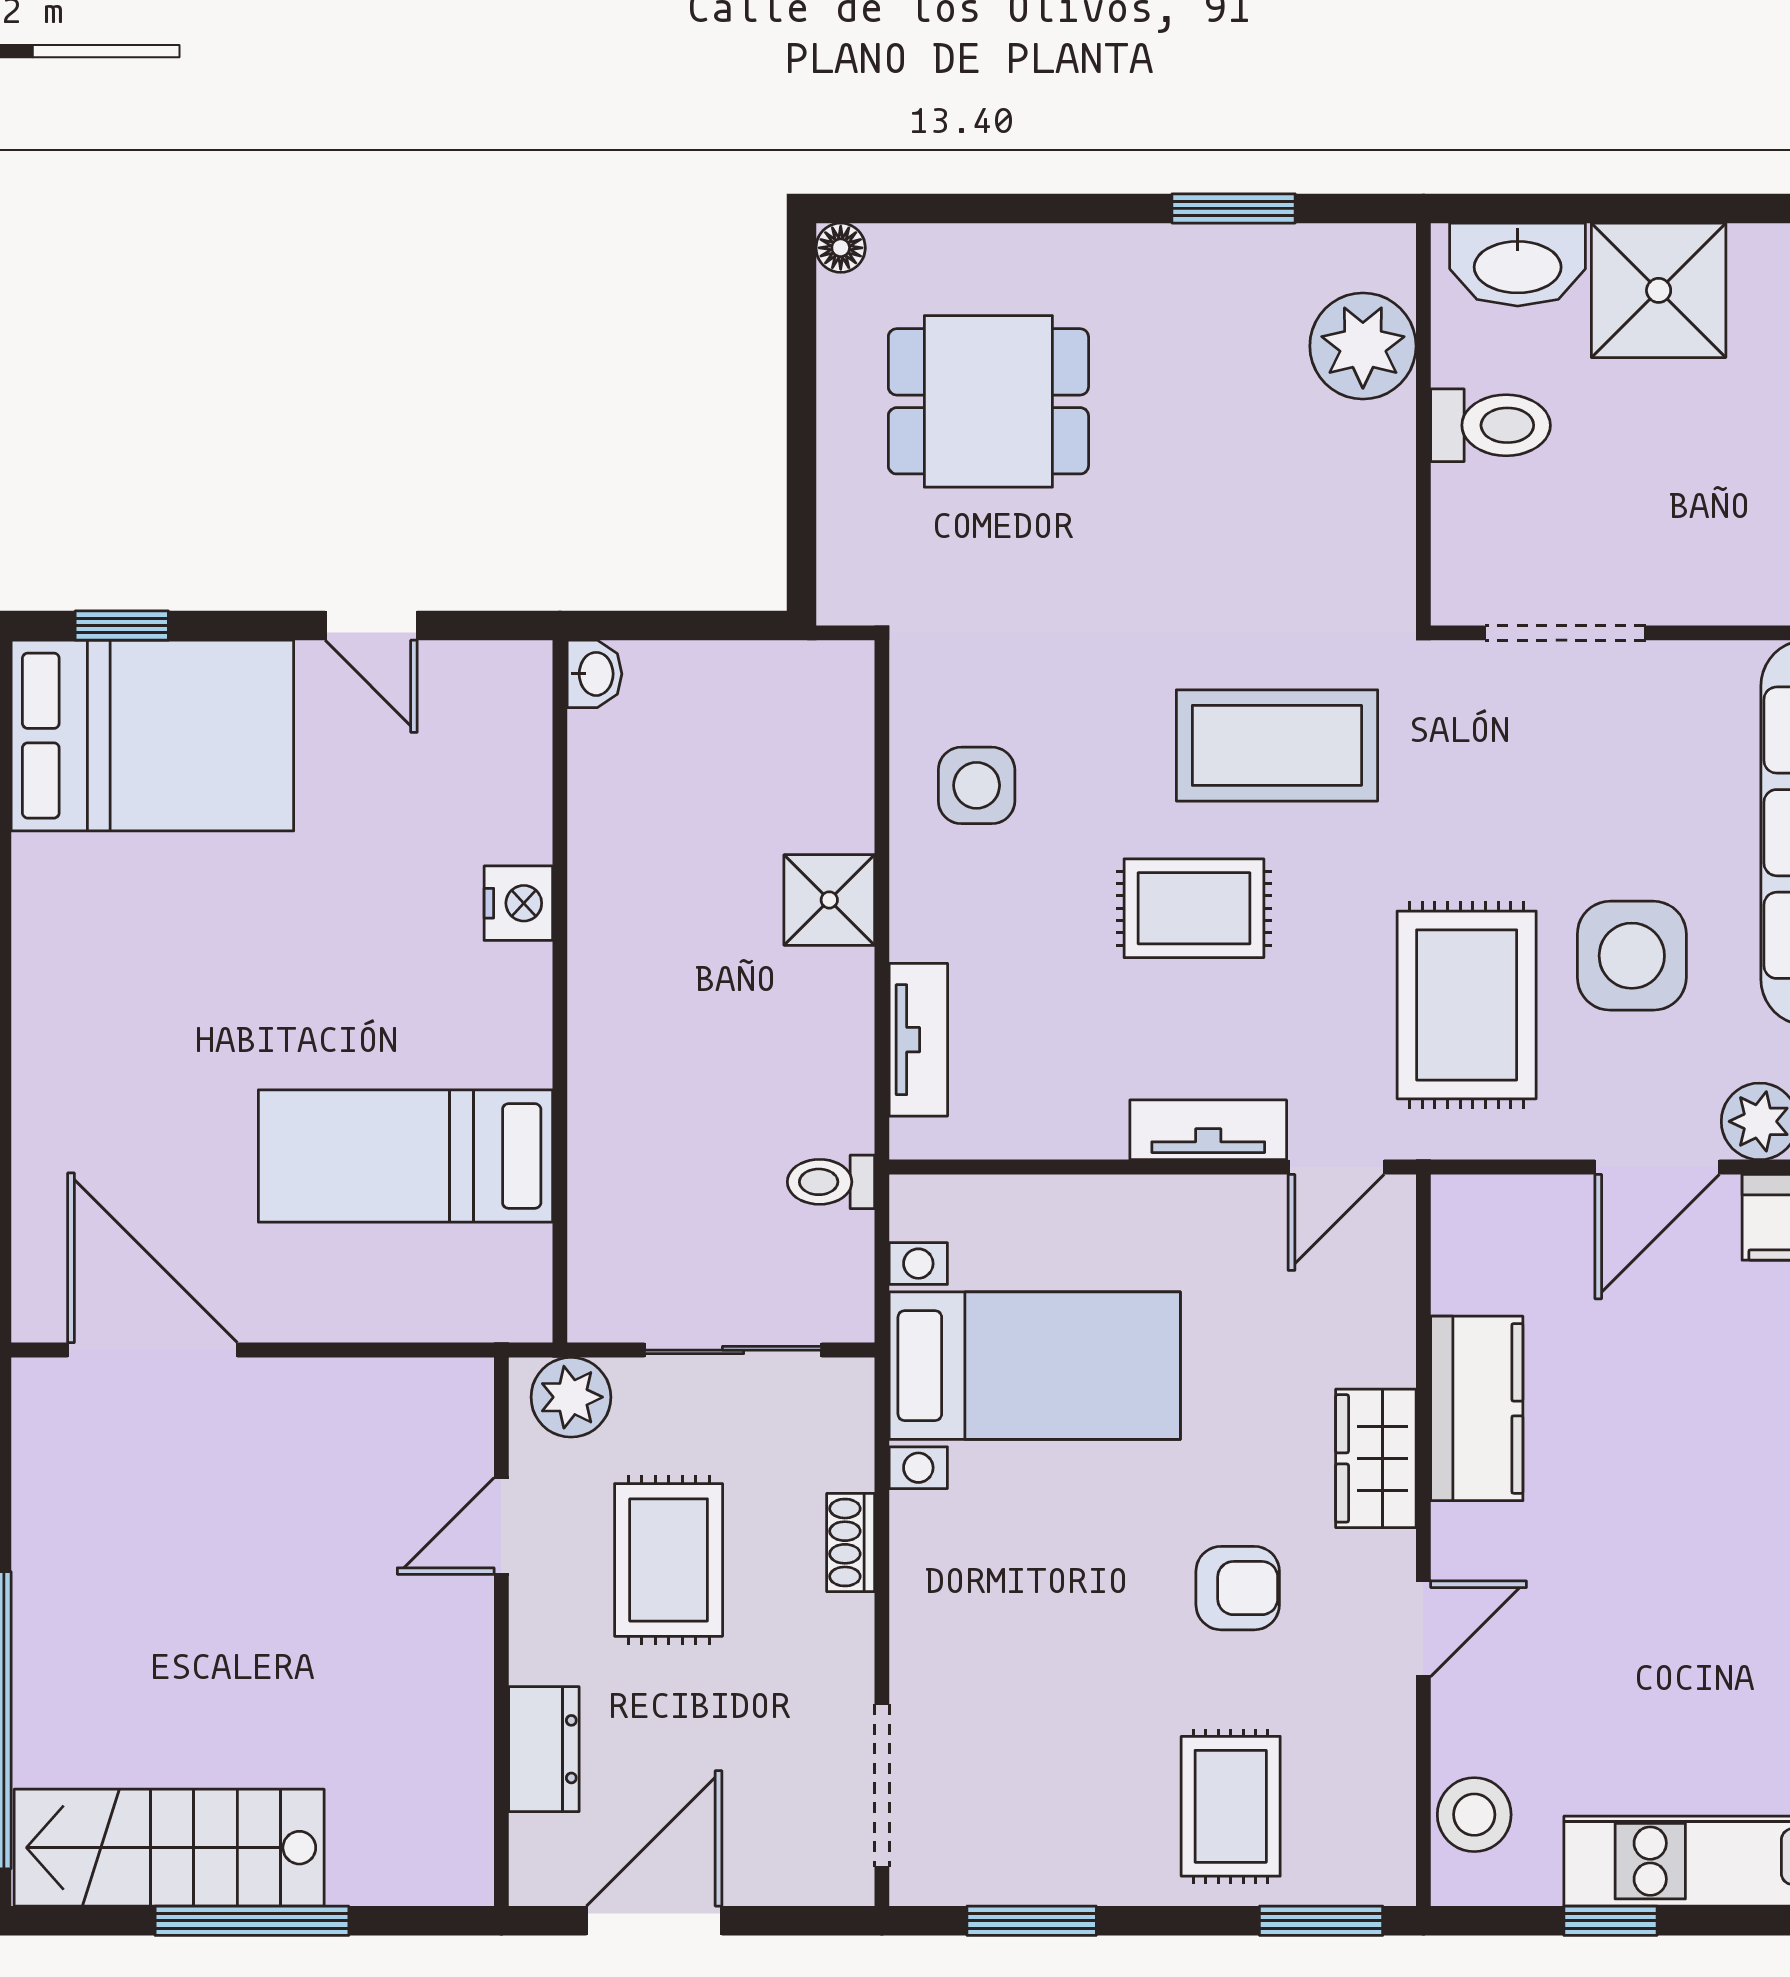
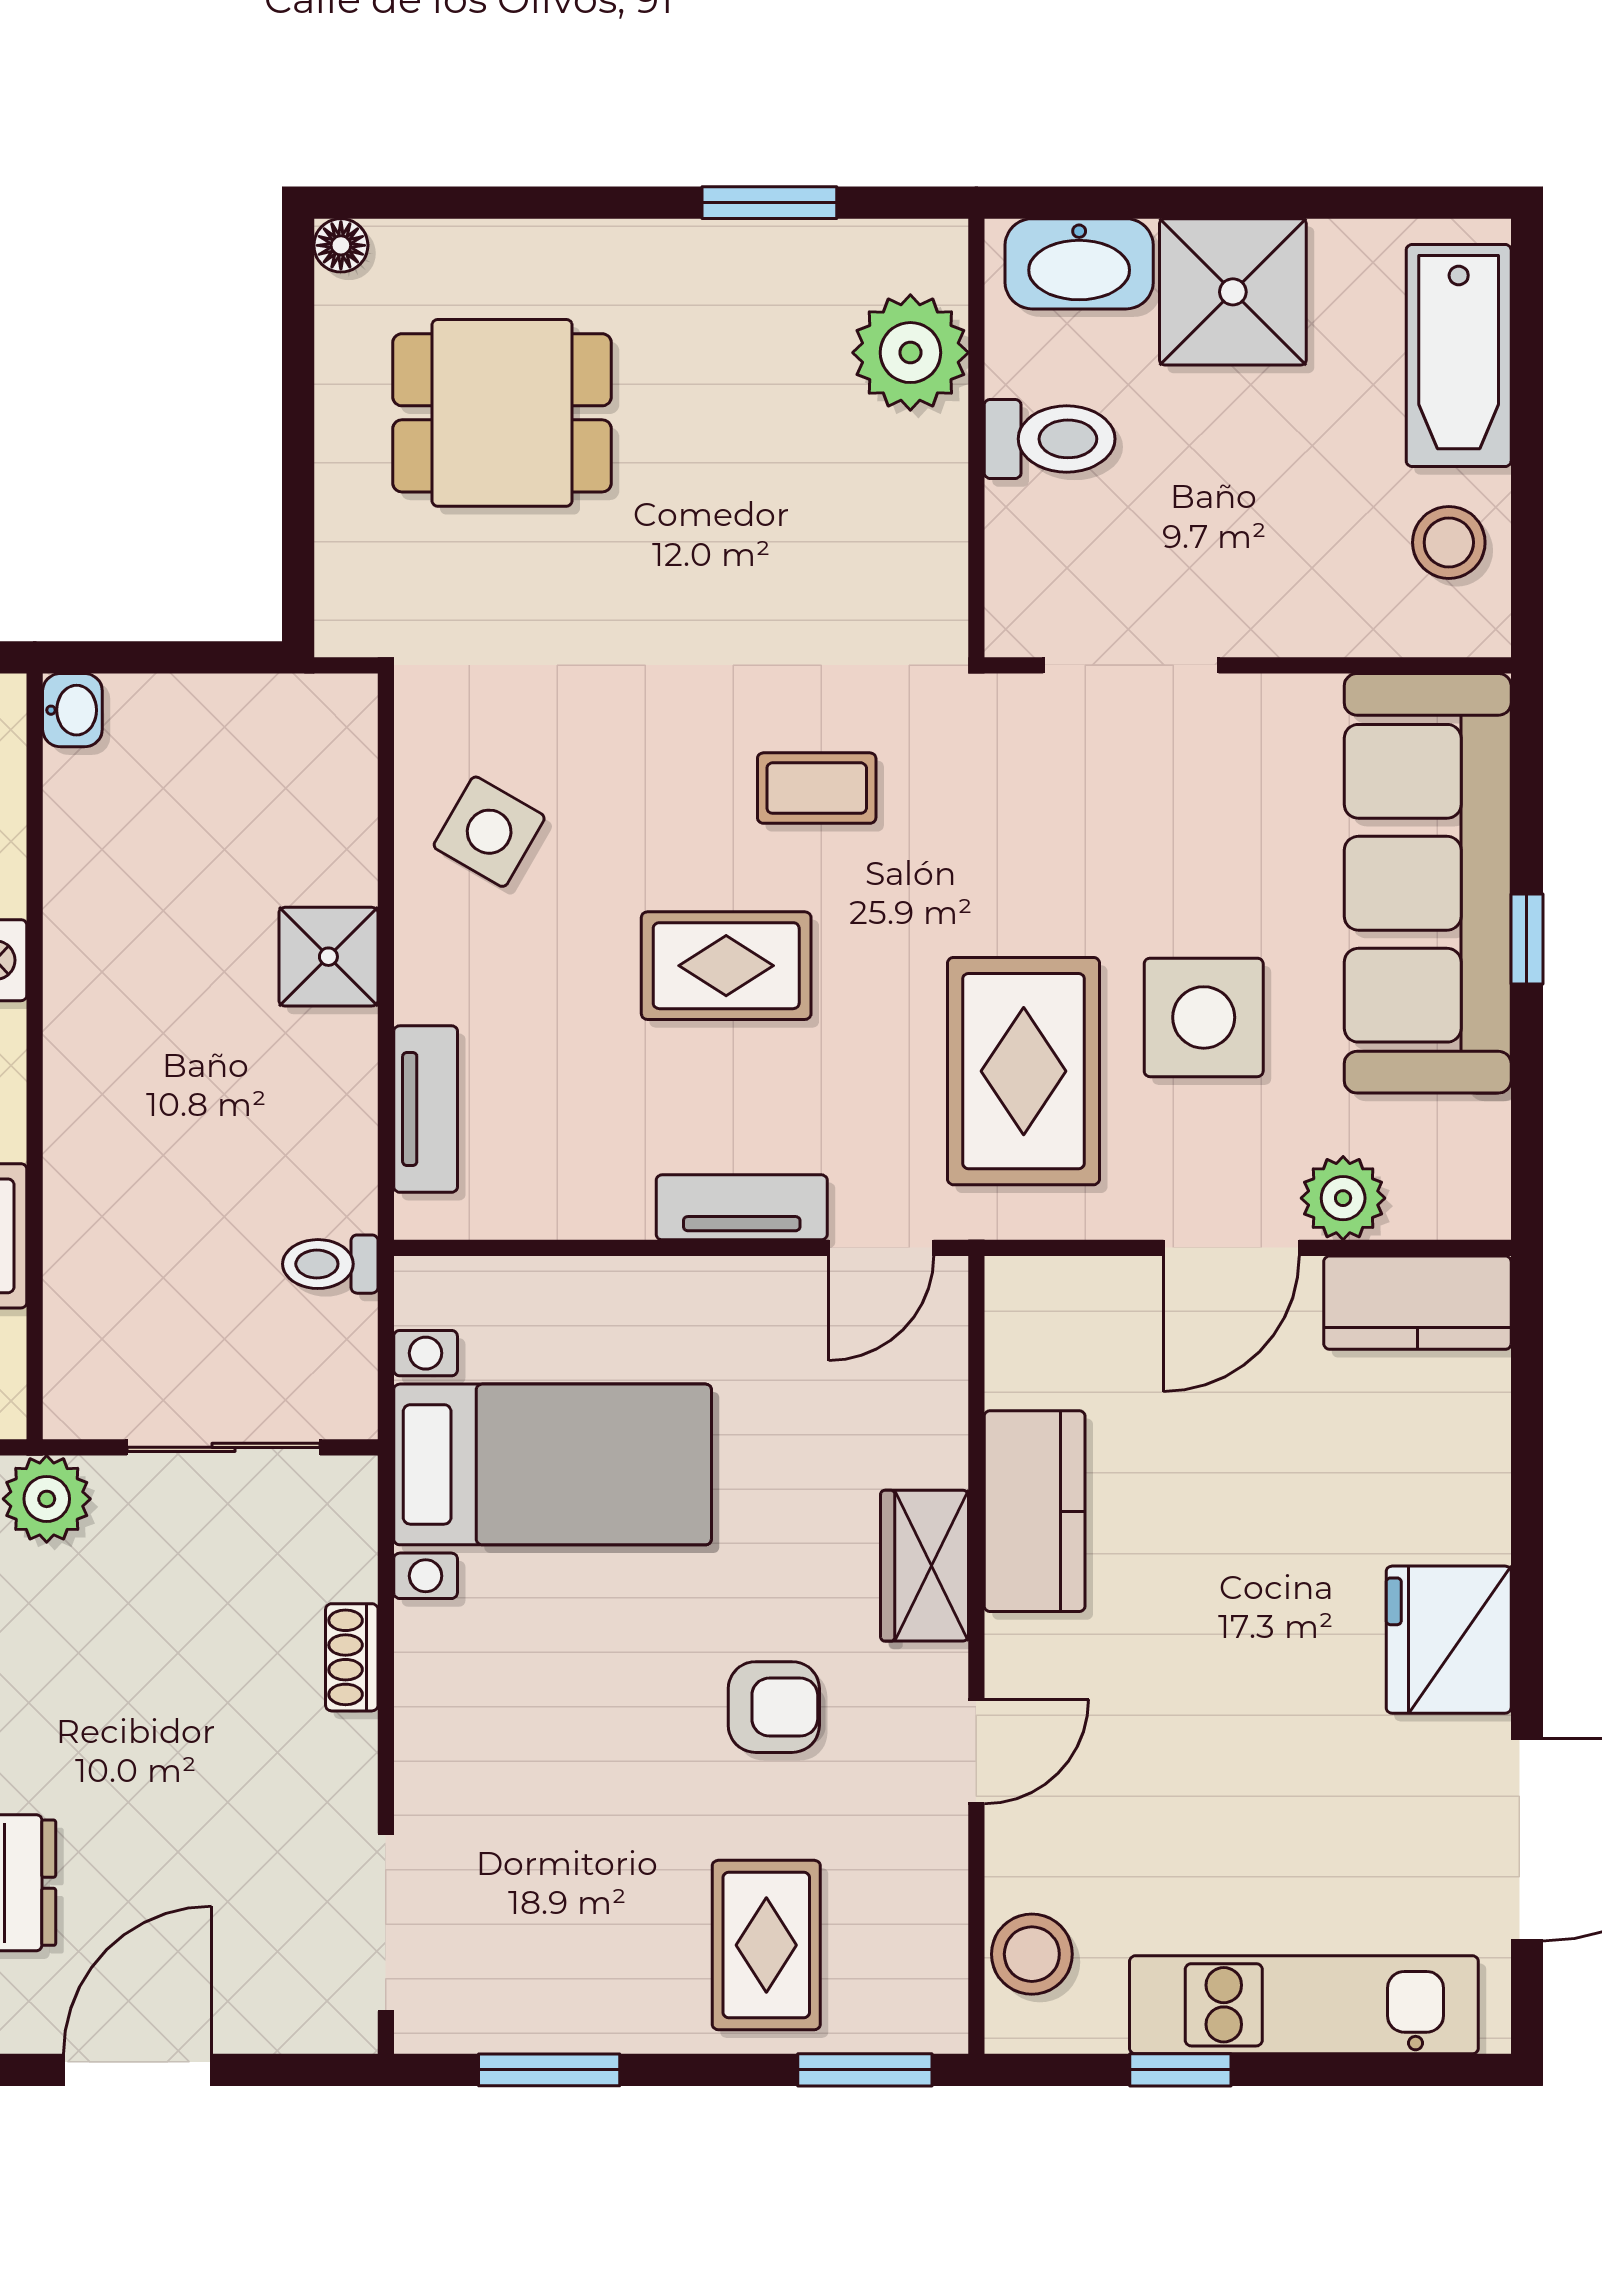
coffee table: (1277, 745) -> (817, 788), width x0.54, depth x0.58
side table: (977, 785) -> (489, 832), turned 30
rug: (669, 1560) -> (153, 1676), removed

